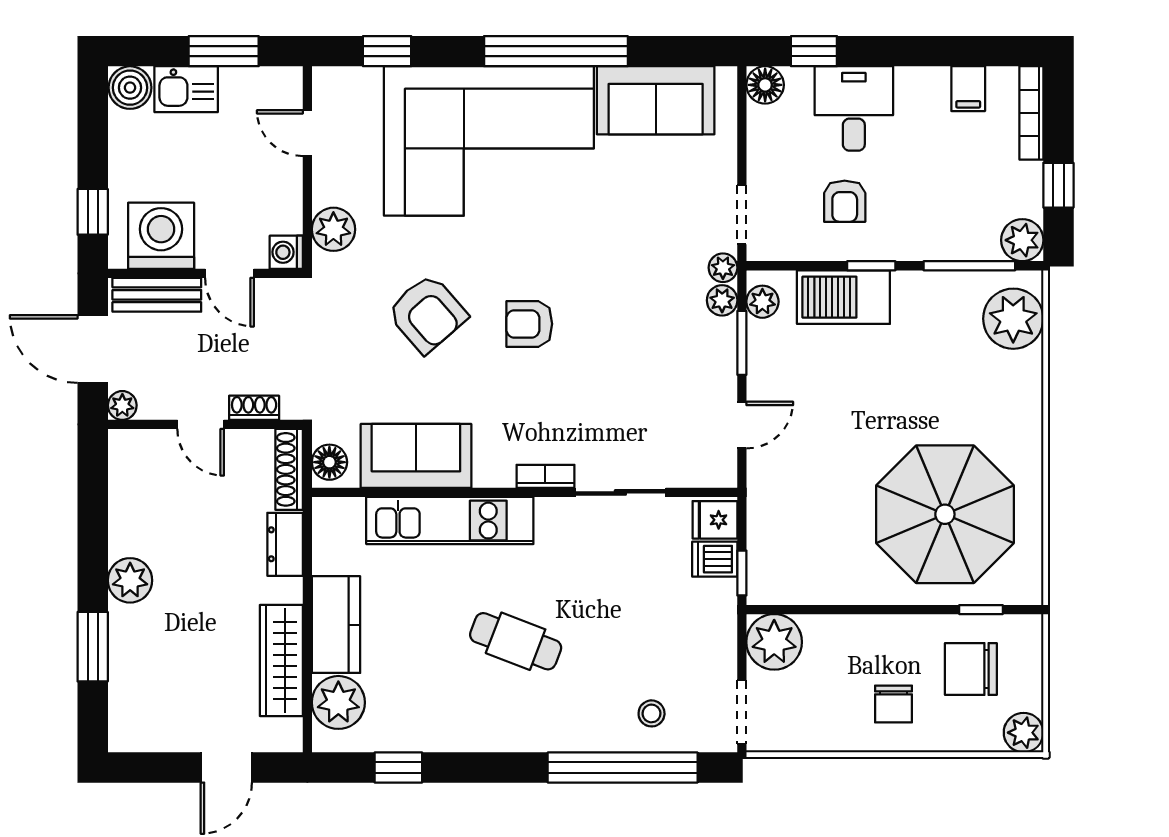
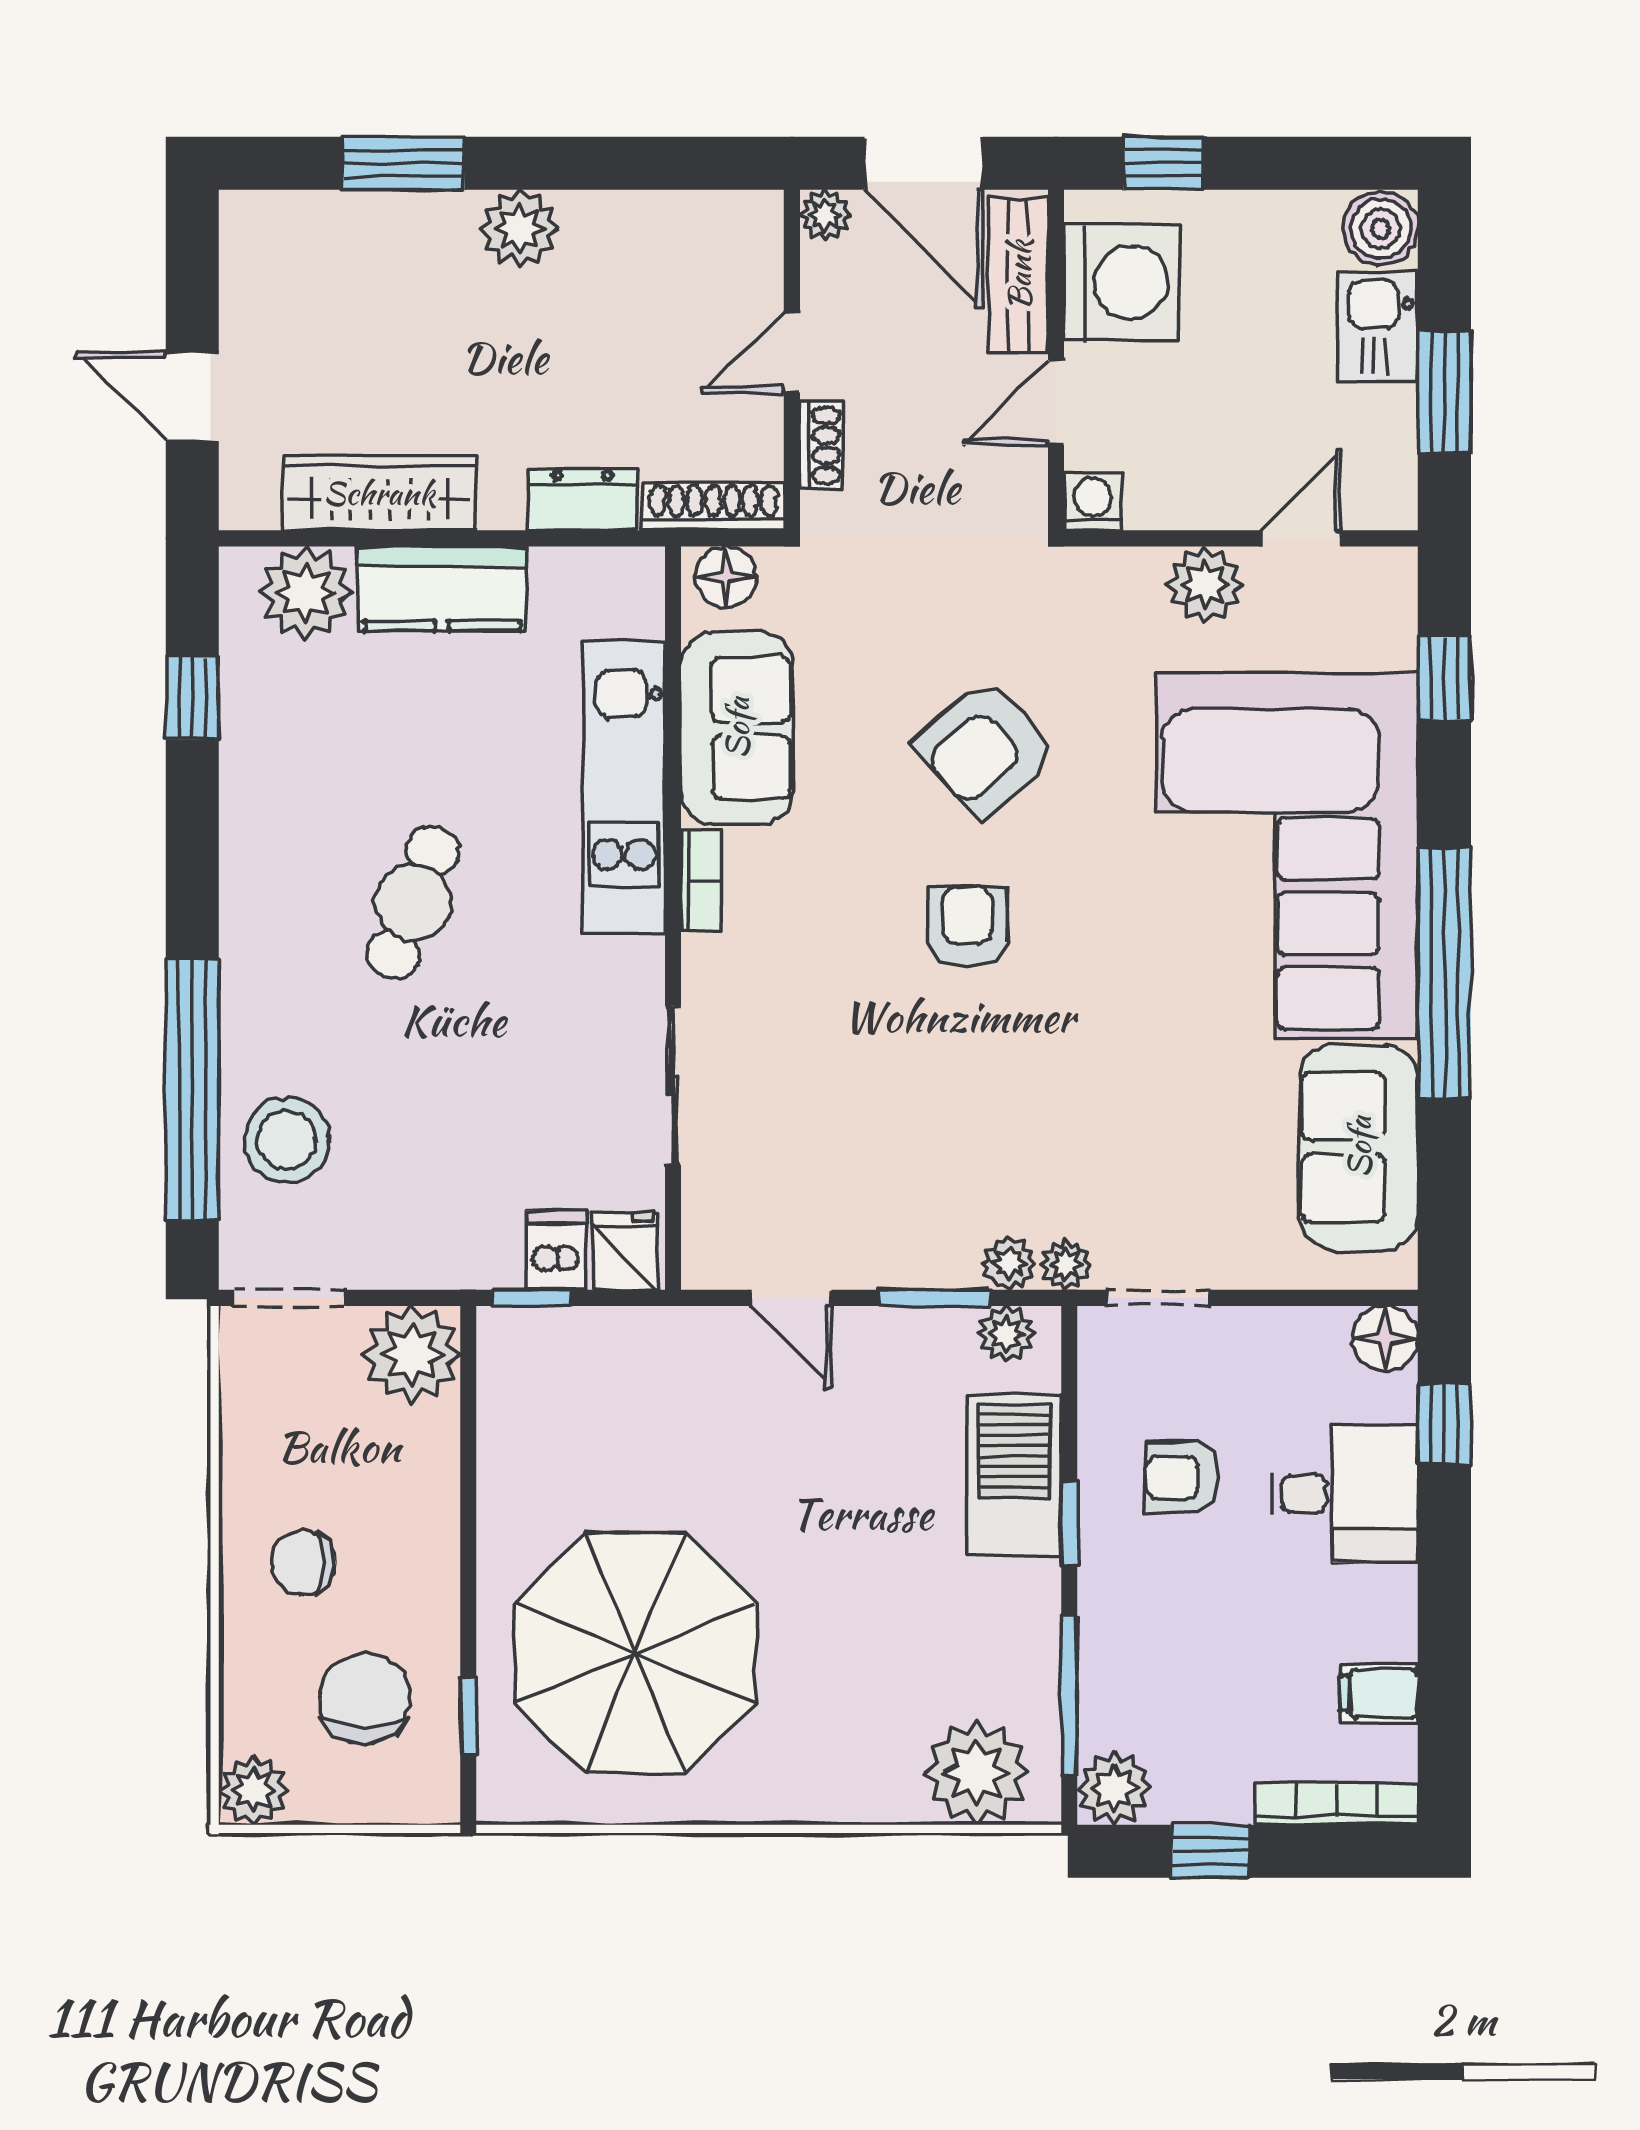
plant: (333, 229) -> (1205, 584), moved
door: (93, 349) -> (924, 163), swing flipped
bookcase: (545, 476) -> (701, 881), moved
stool: (652, 713) -> (287, 1140), width x1.89, depth x1.89

